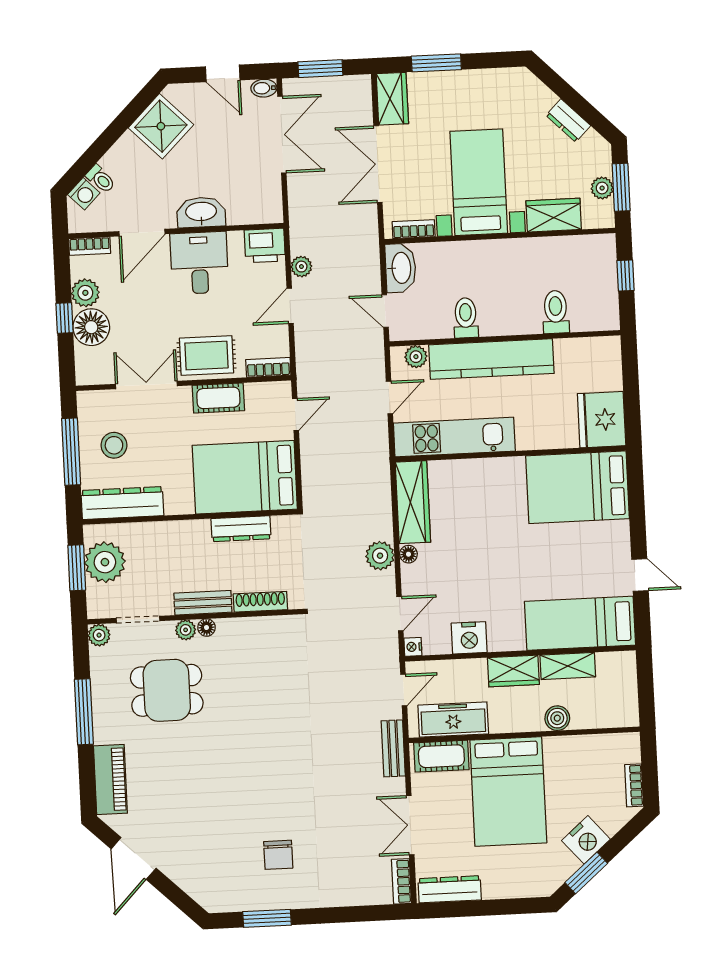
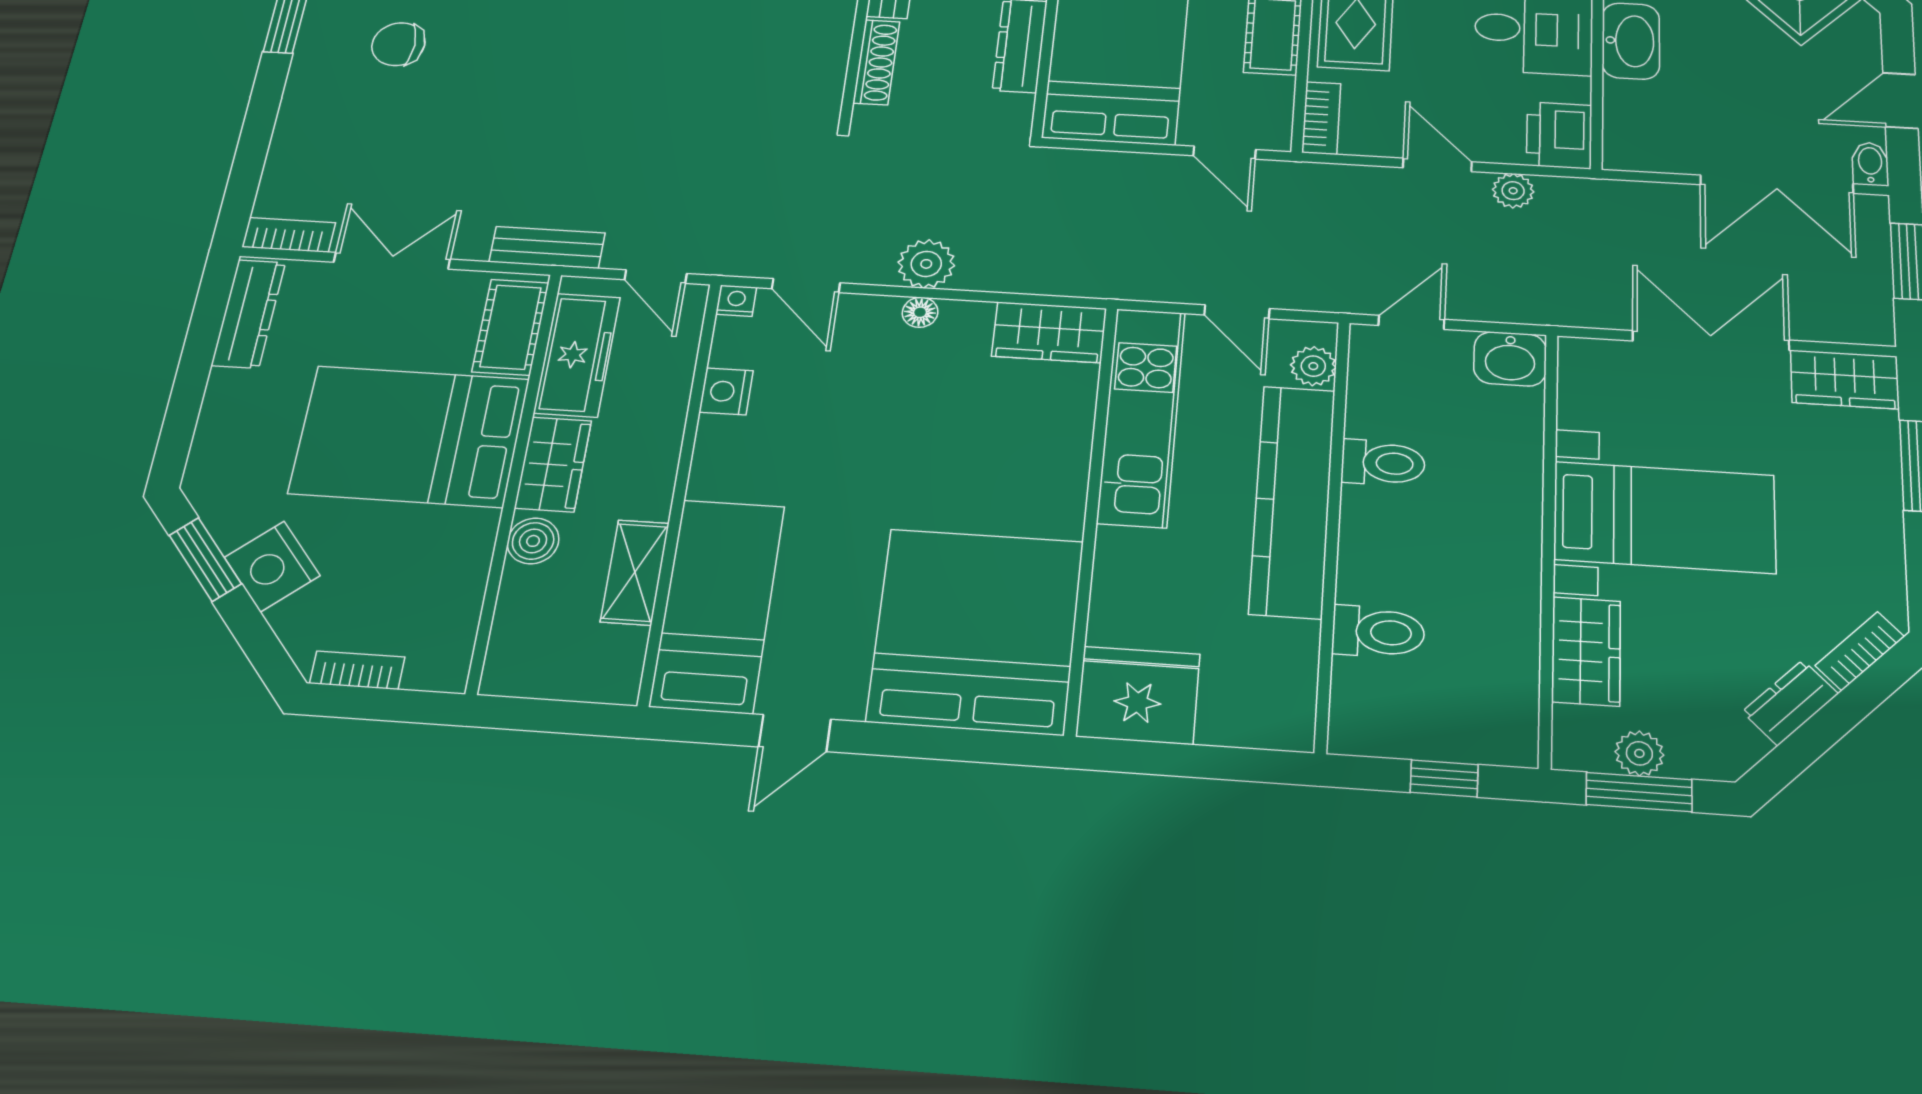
bookcase: (414, 229) -> (1860, 651), moved, turned -135
washbasin: (401, 268) -> (1510, 359), width x0.72
bed: (578, 487) -> (976, 631), width x1.36
wardrobe: (413, 502) -> (1049, 332), width x0.67
nightstand: (469, 638) -> (726, 391), width x0.74, depth x0.75
wardrobe: (513, 671) -> (553, 464), moved, turned 180

